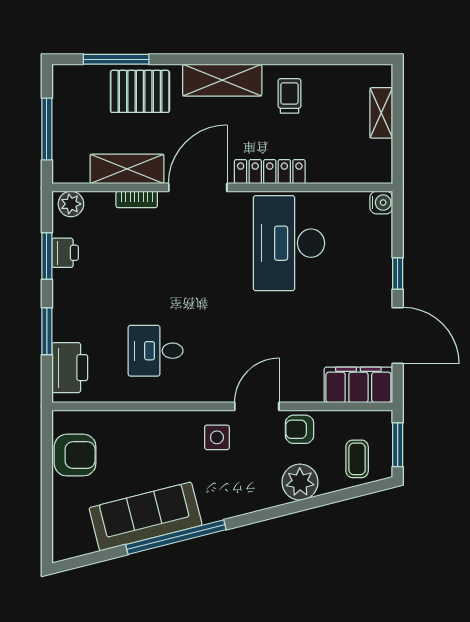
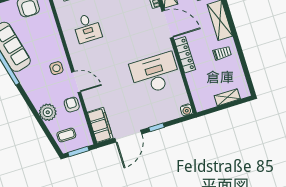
desk: (156, 351) -> (87, 28), turned 180

